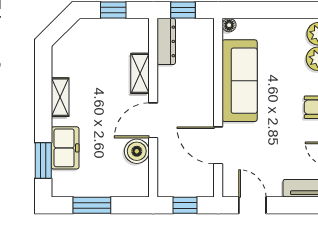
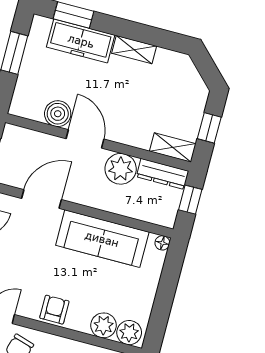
shelving: (140, 73) -> (173, 148), moved
plant: (172, 81) -> (121, 169), added
freezer: (65, 148) -> (81, 41), width x1.40

